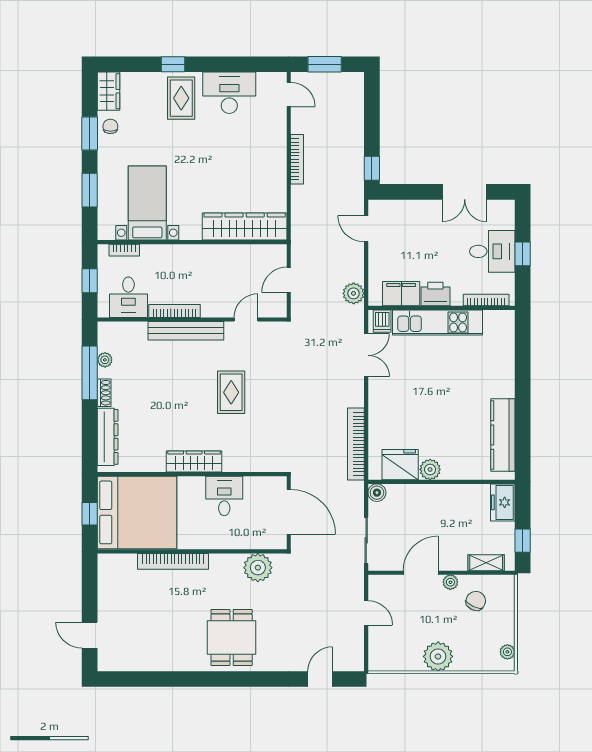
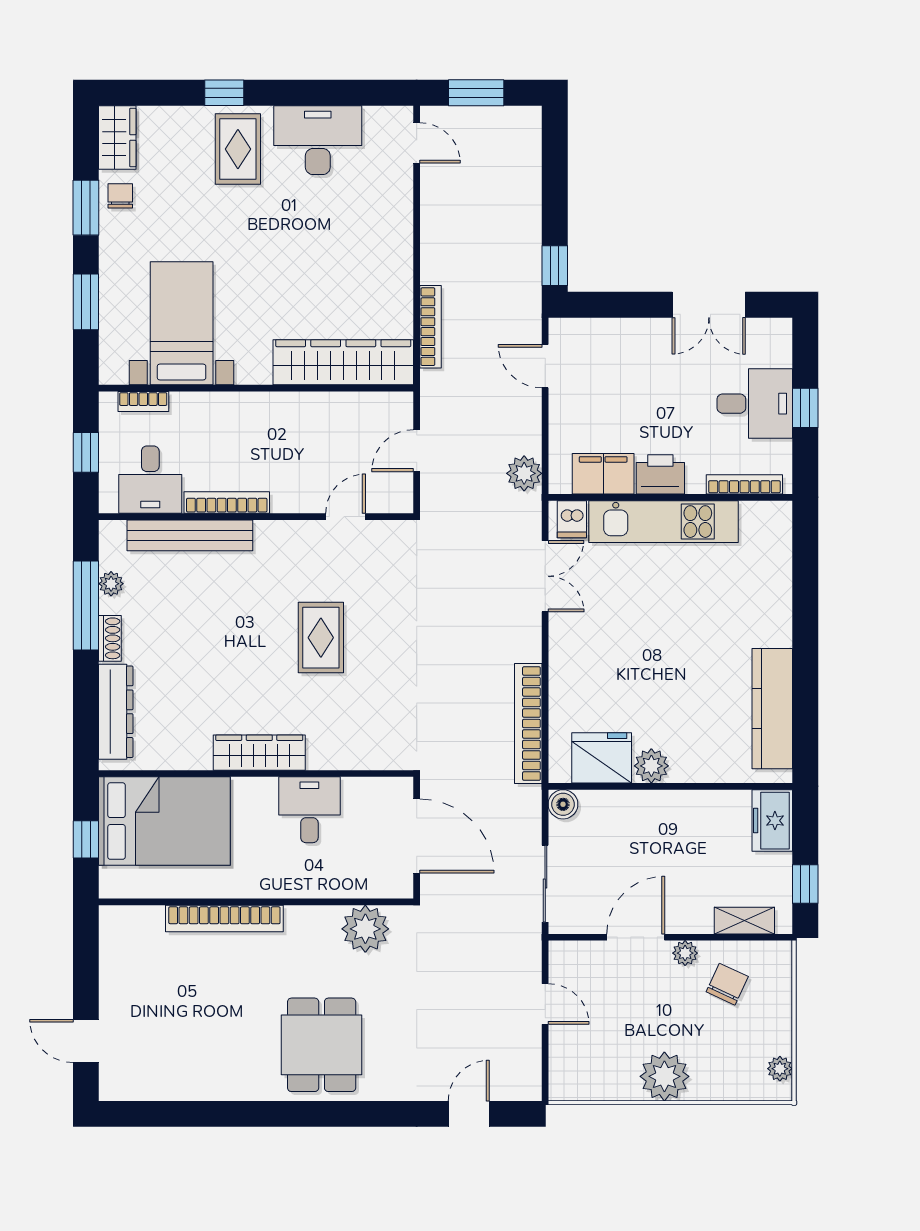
bookcase: (297, 159) -> (430, 327), moved
bench: (186, 331) -> (190, 535), moved
bed: (137, 512) -> (164, 821), width x0.73

